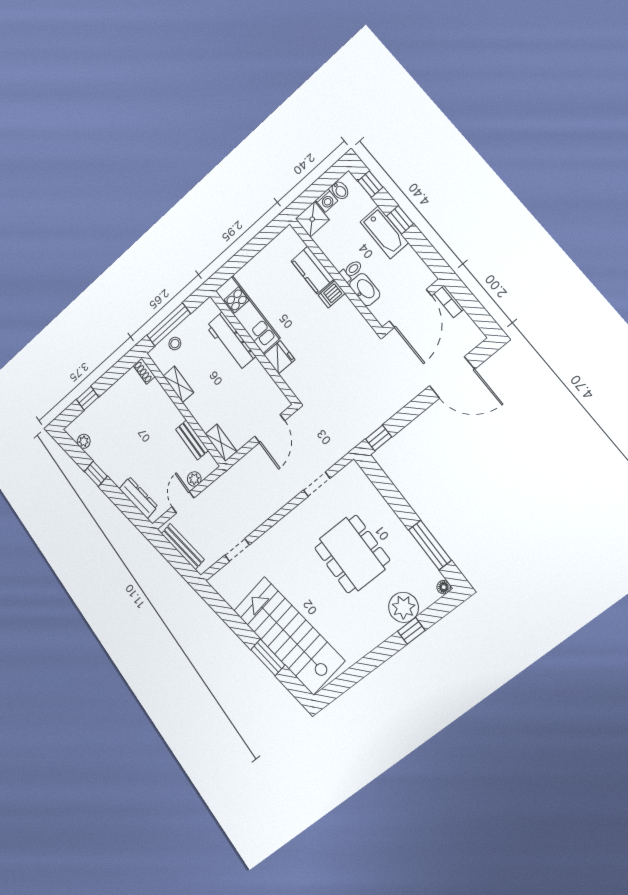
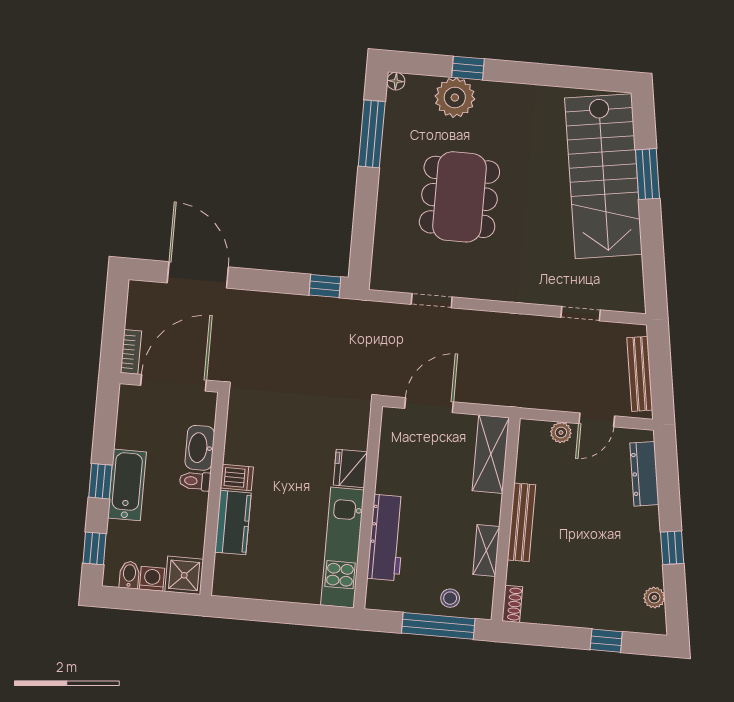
bench: (192, 440) -> (522, 522), moved, width x1.36
shelving: (221, 443) -> (491, 454), width x1.50, depth x1.33

